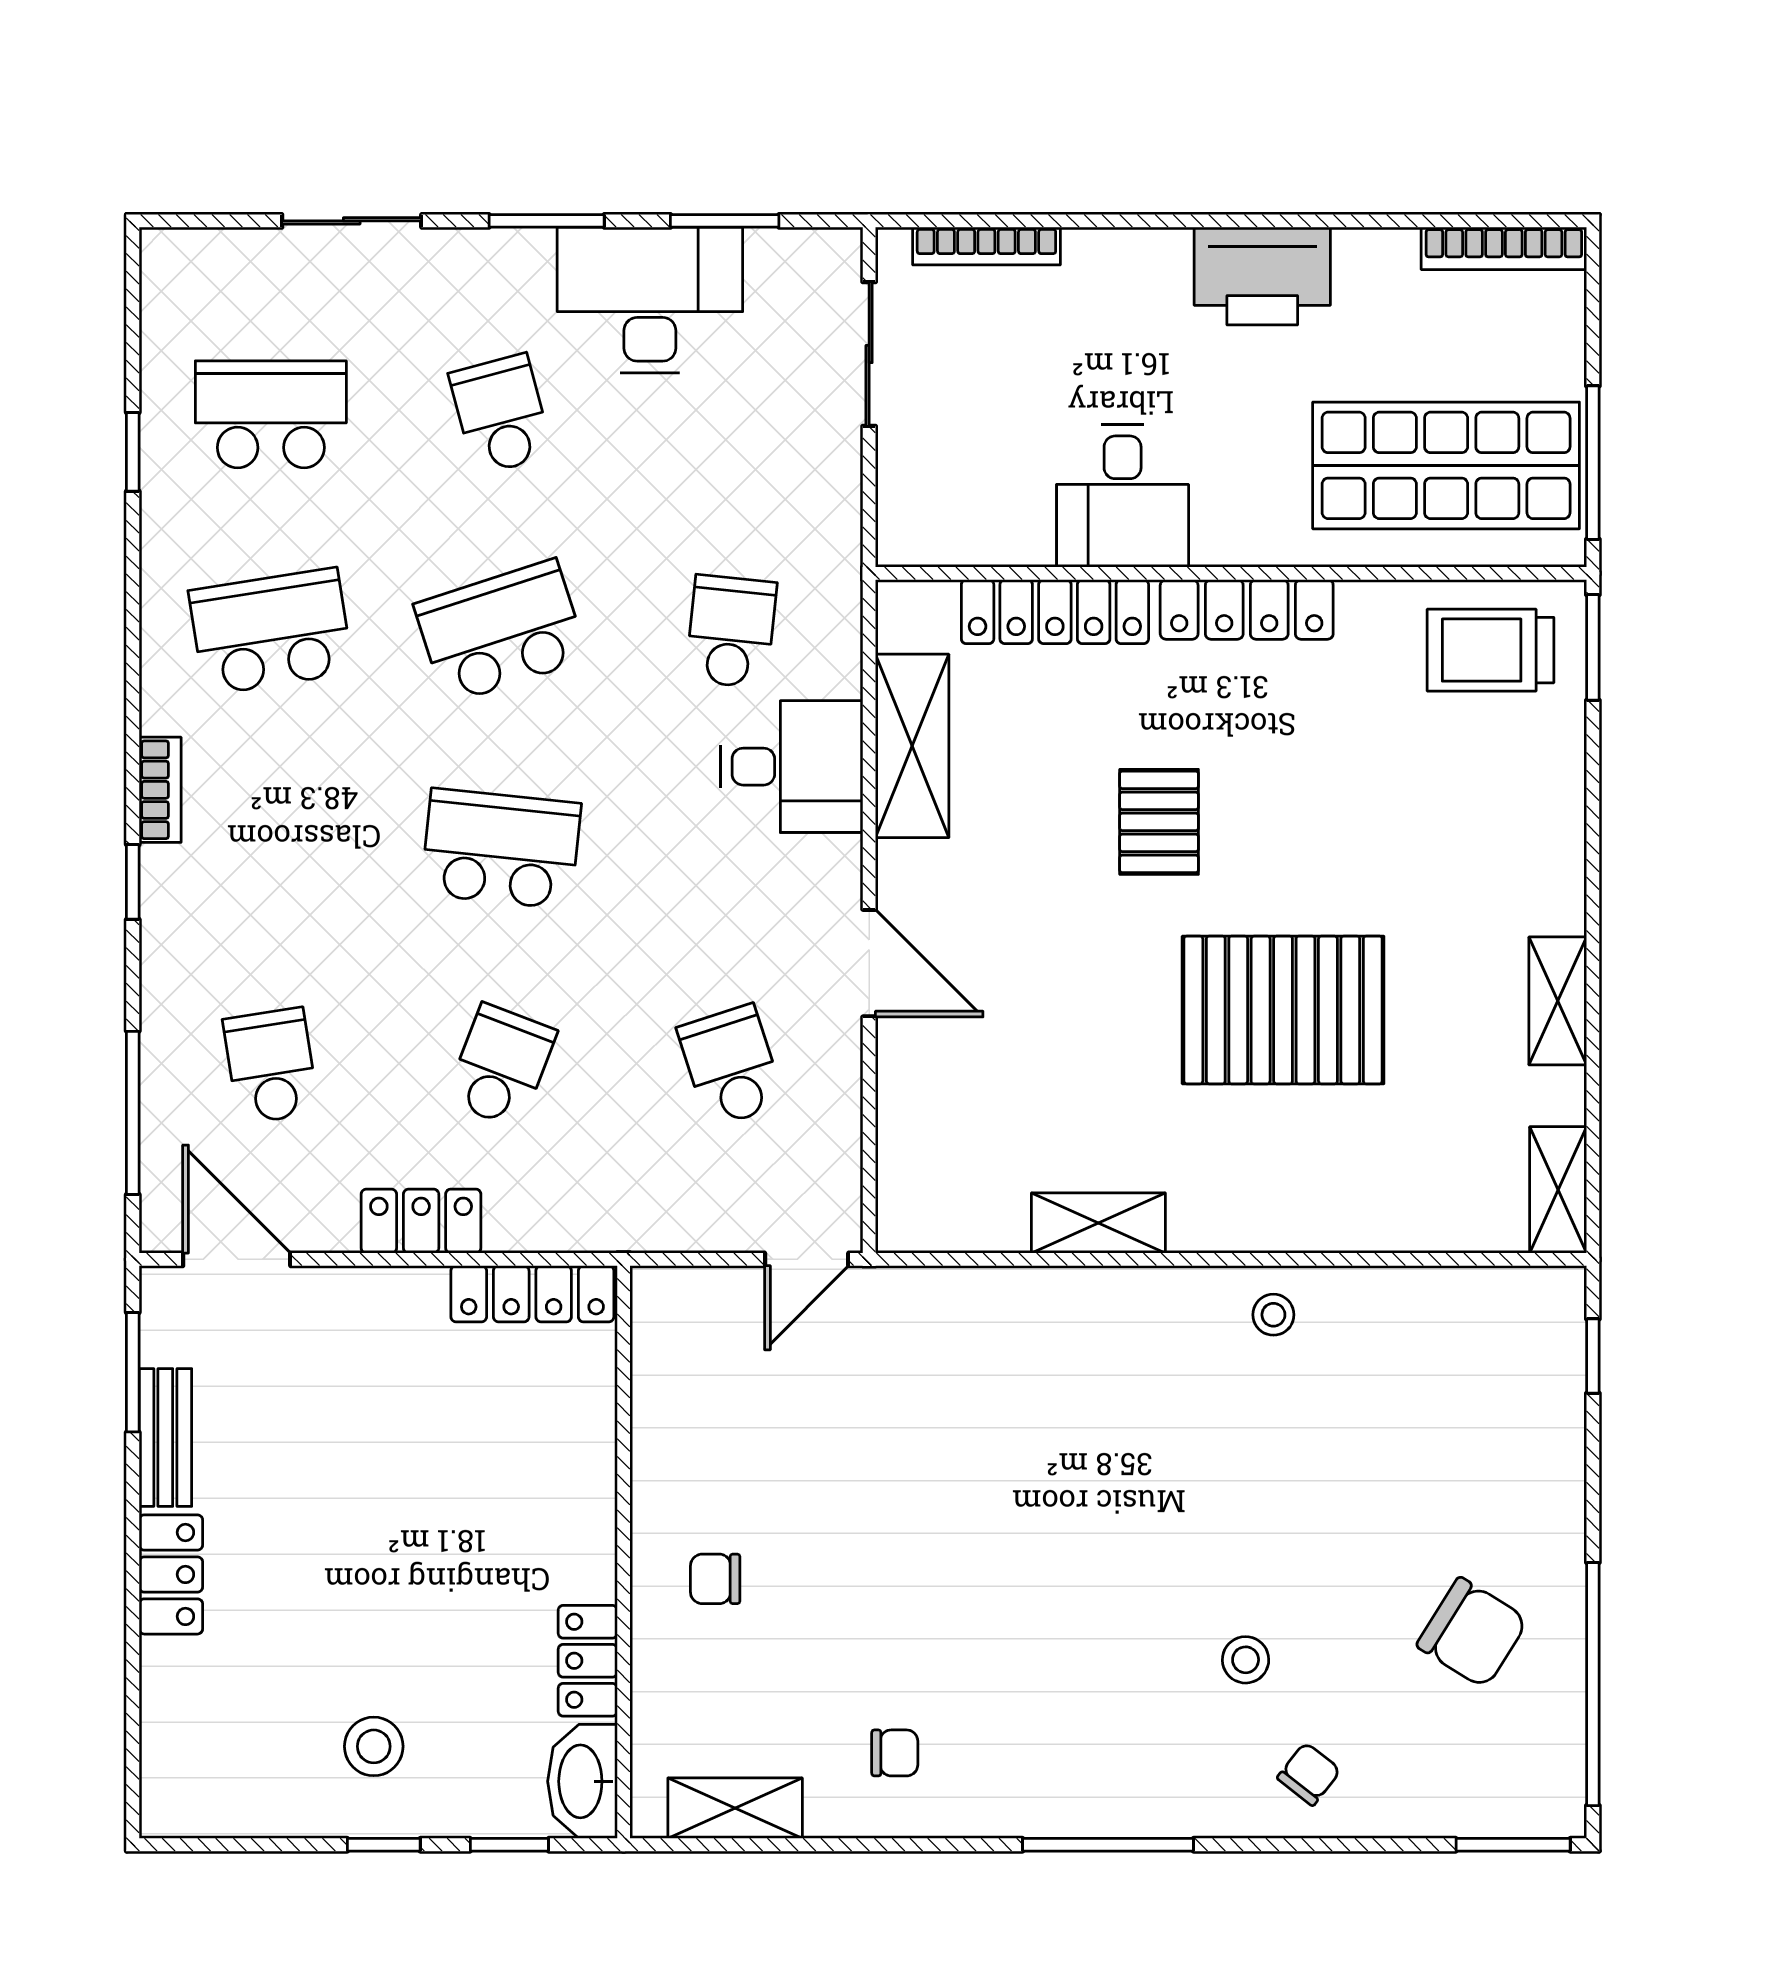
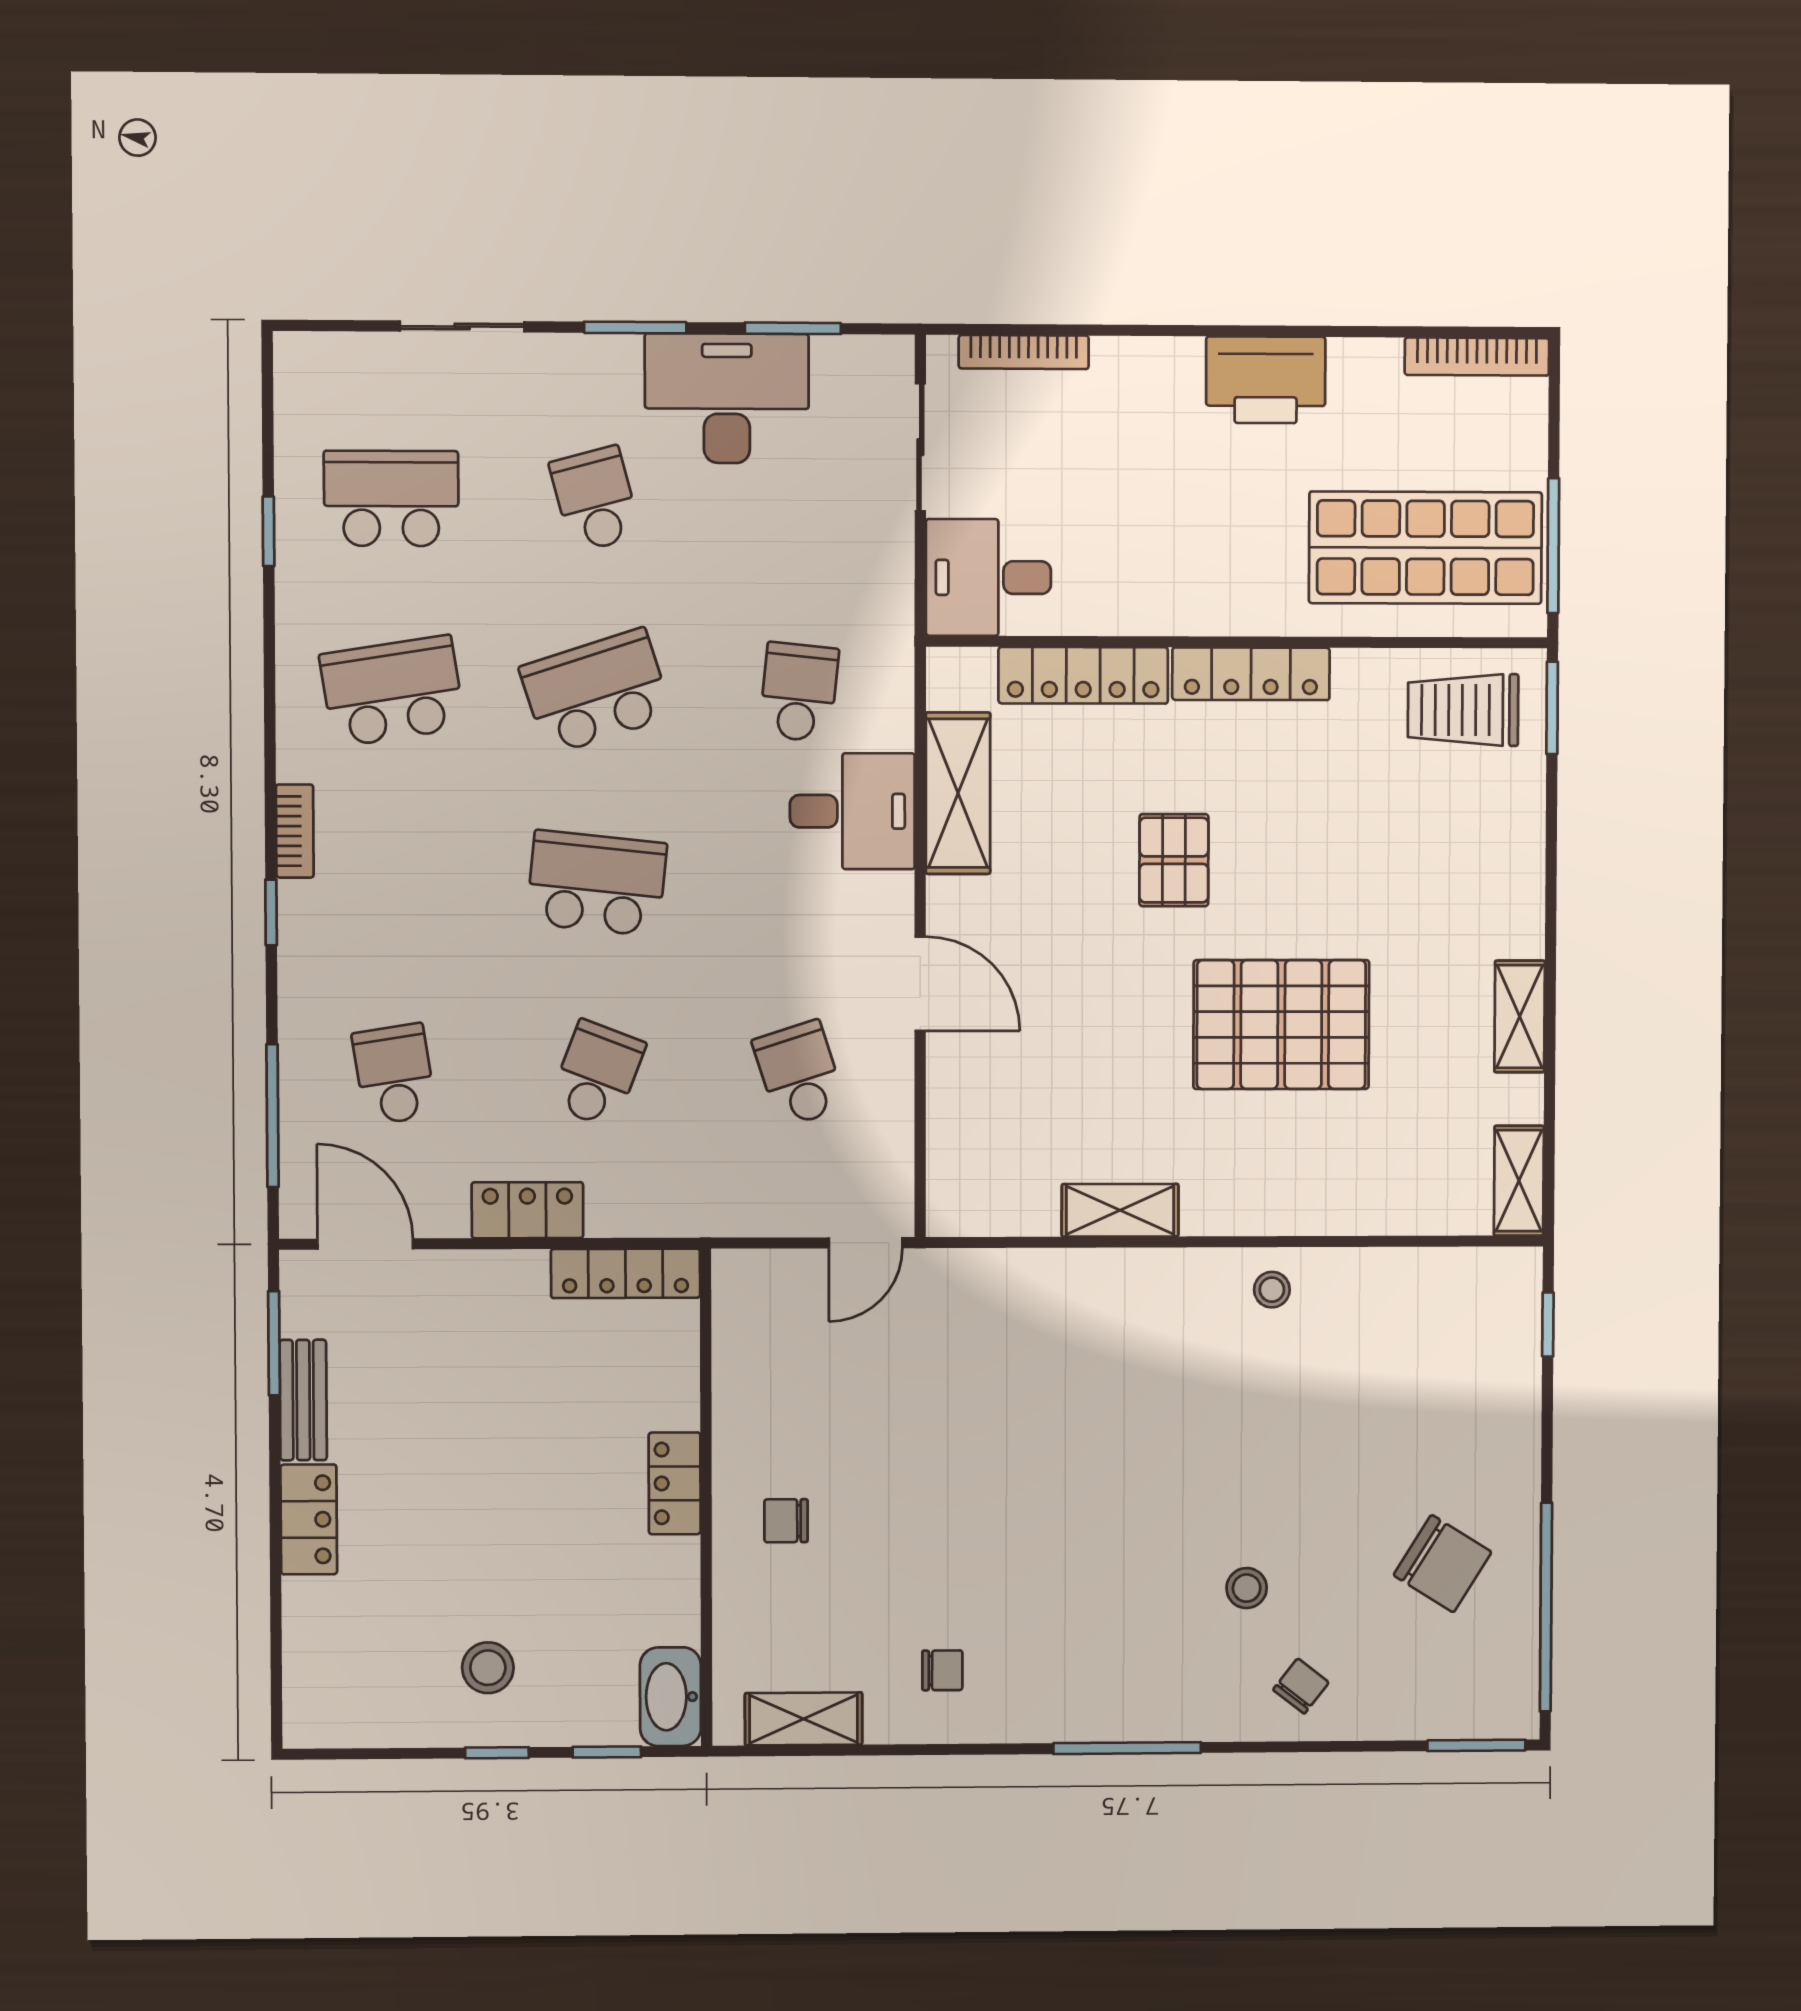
desk: (1123, 496) -> (988, 577), moved, turned 90
locker: (588, 1661) -> (675, 1483), moved

